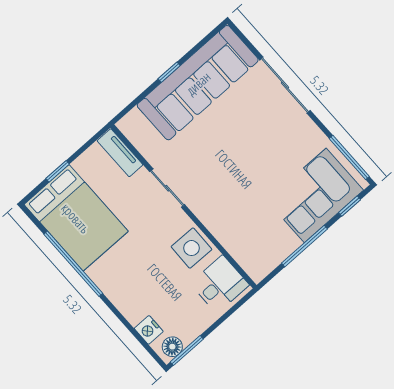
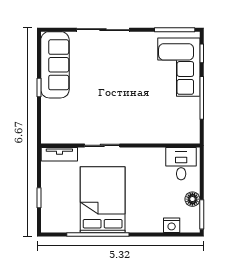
sofa: (198, 83) -> (55, 65), width x0.74, depth x0.79
bed: (76, 218) -> (103, 200), moved, turned -90
side table: (191, 248) -> (147, 161), removed
floor lamp: (172, 347) -> (192, 199), moved

